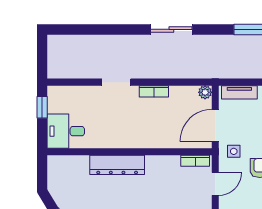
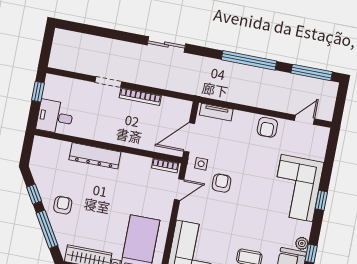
bookcase: (154, 91) -> (140, 97), width x1.56
plant: (205, 92) -> (186, 106), removed

